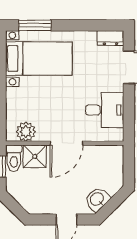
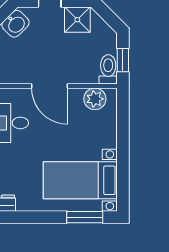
door: (67, 143) -> (50, 86), swing flipped
shower: (35, 156) -> (77, 20), moved

